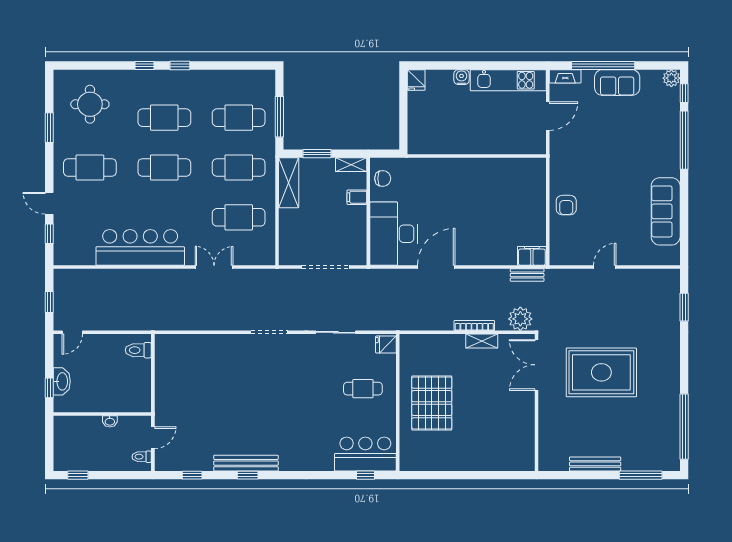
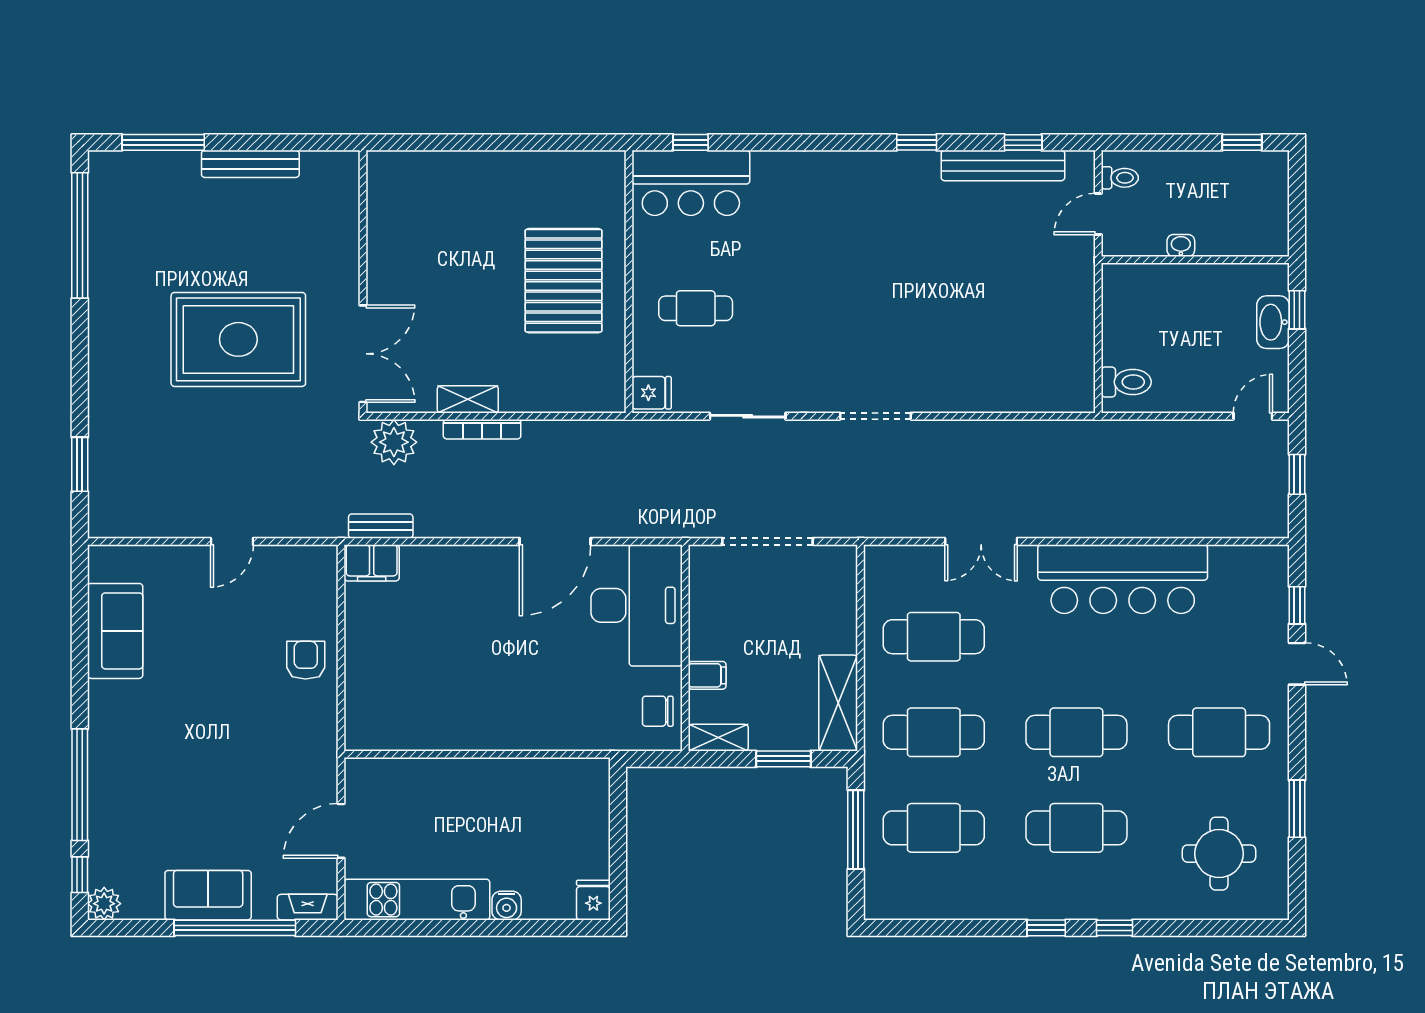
sofa: (666, 211) -> (115, 631), width x0.73
bench: (246, 463) -> (1003, 166), moved

